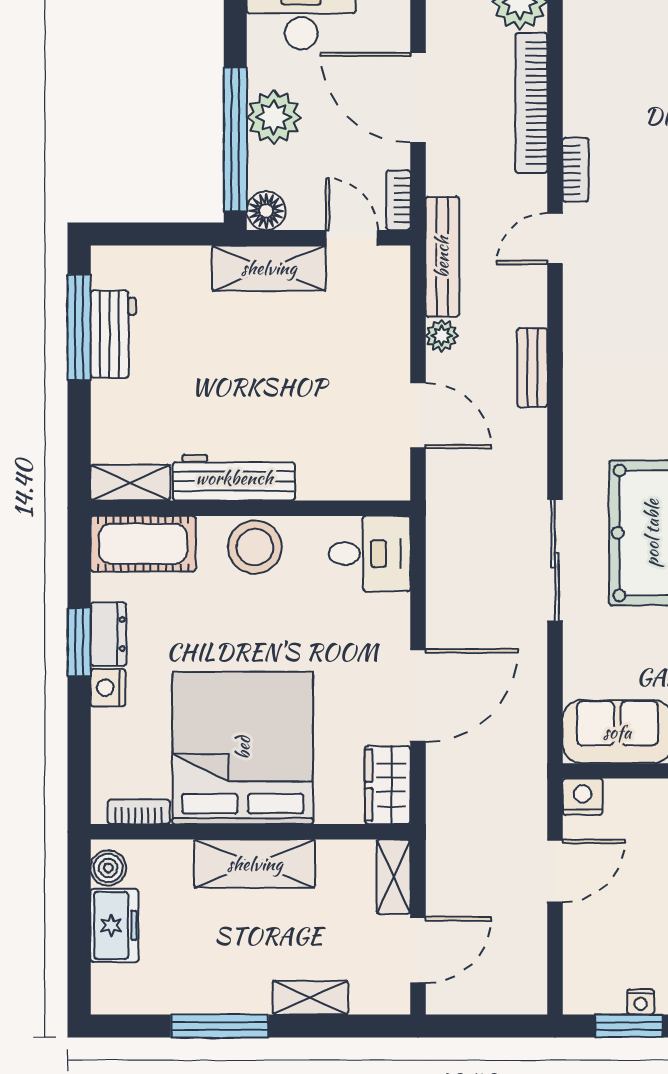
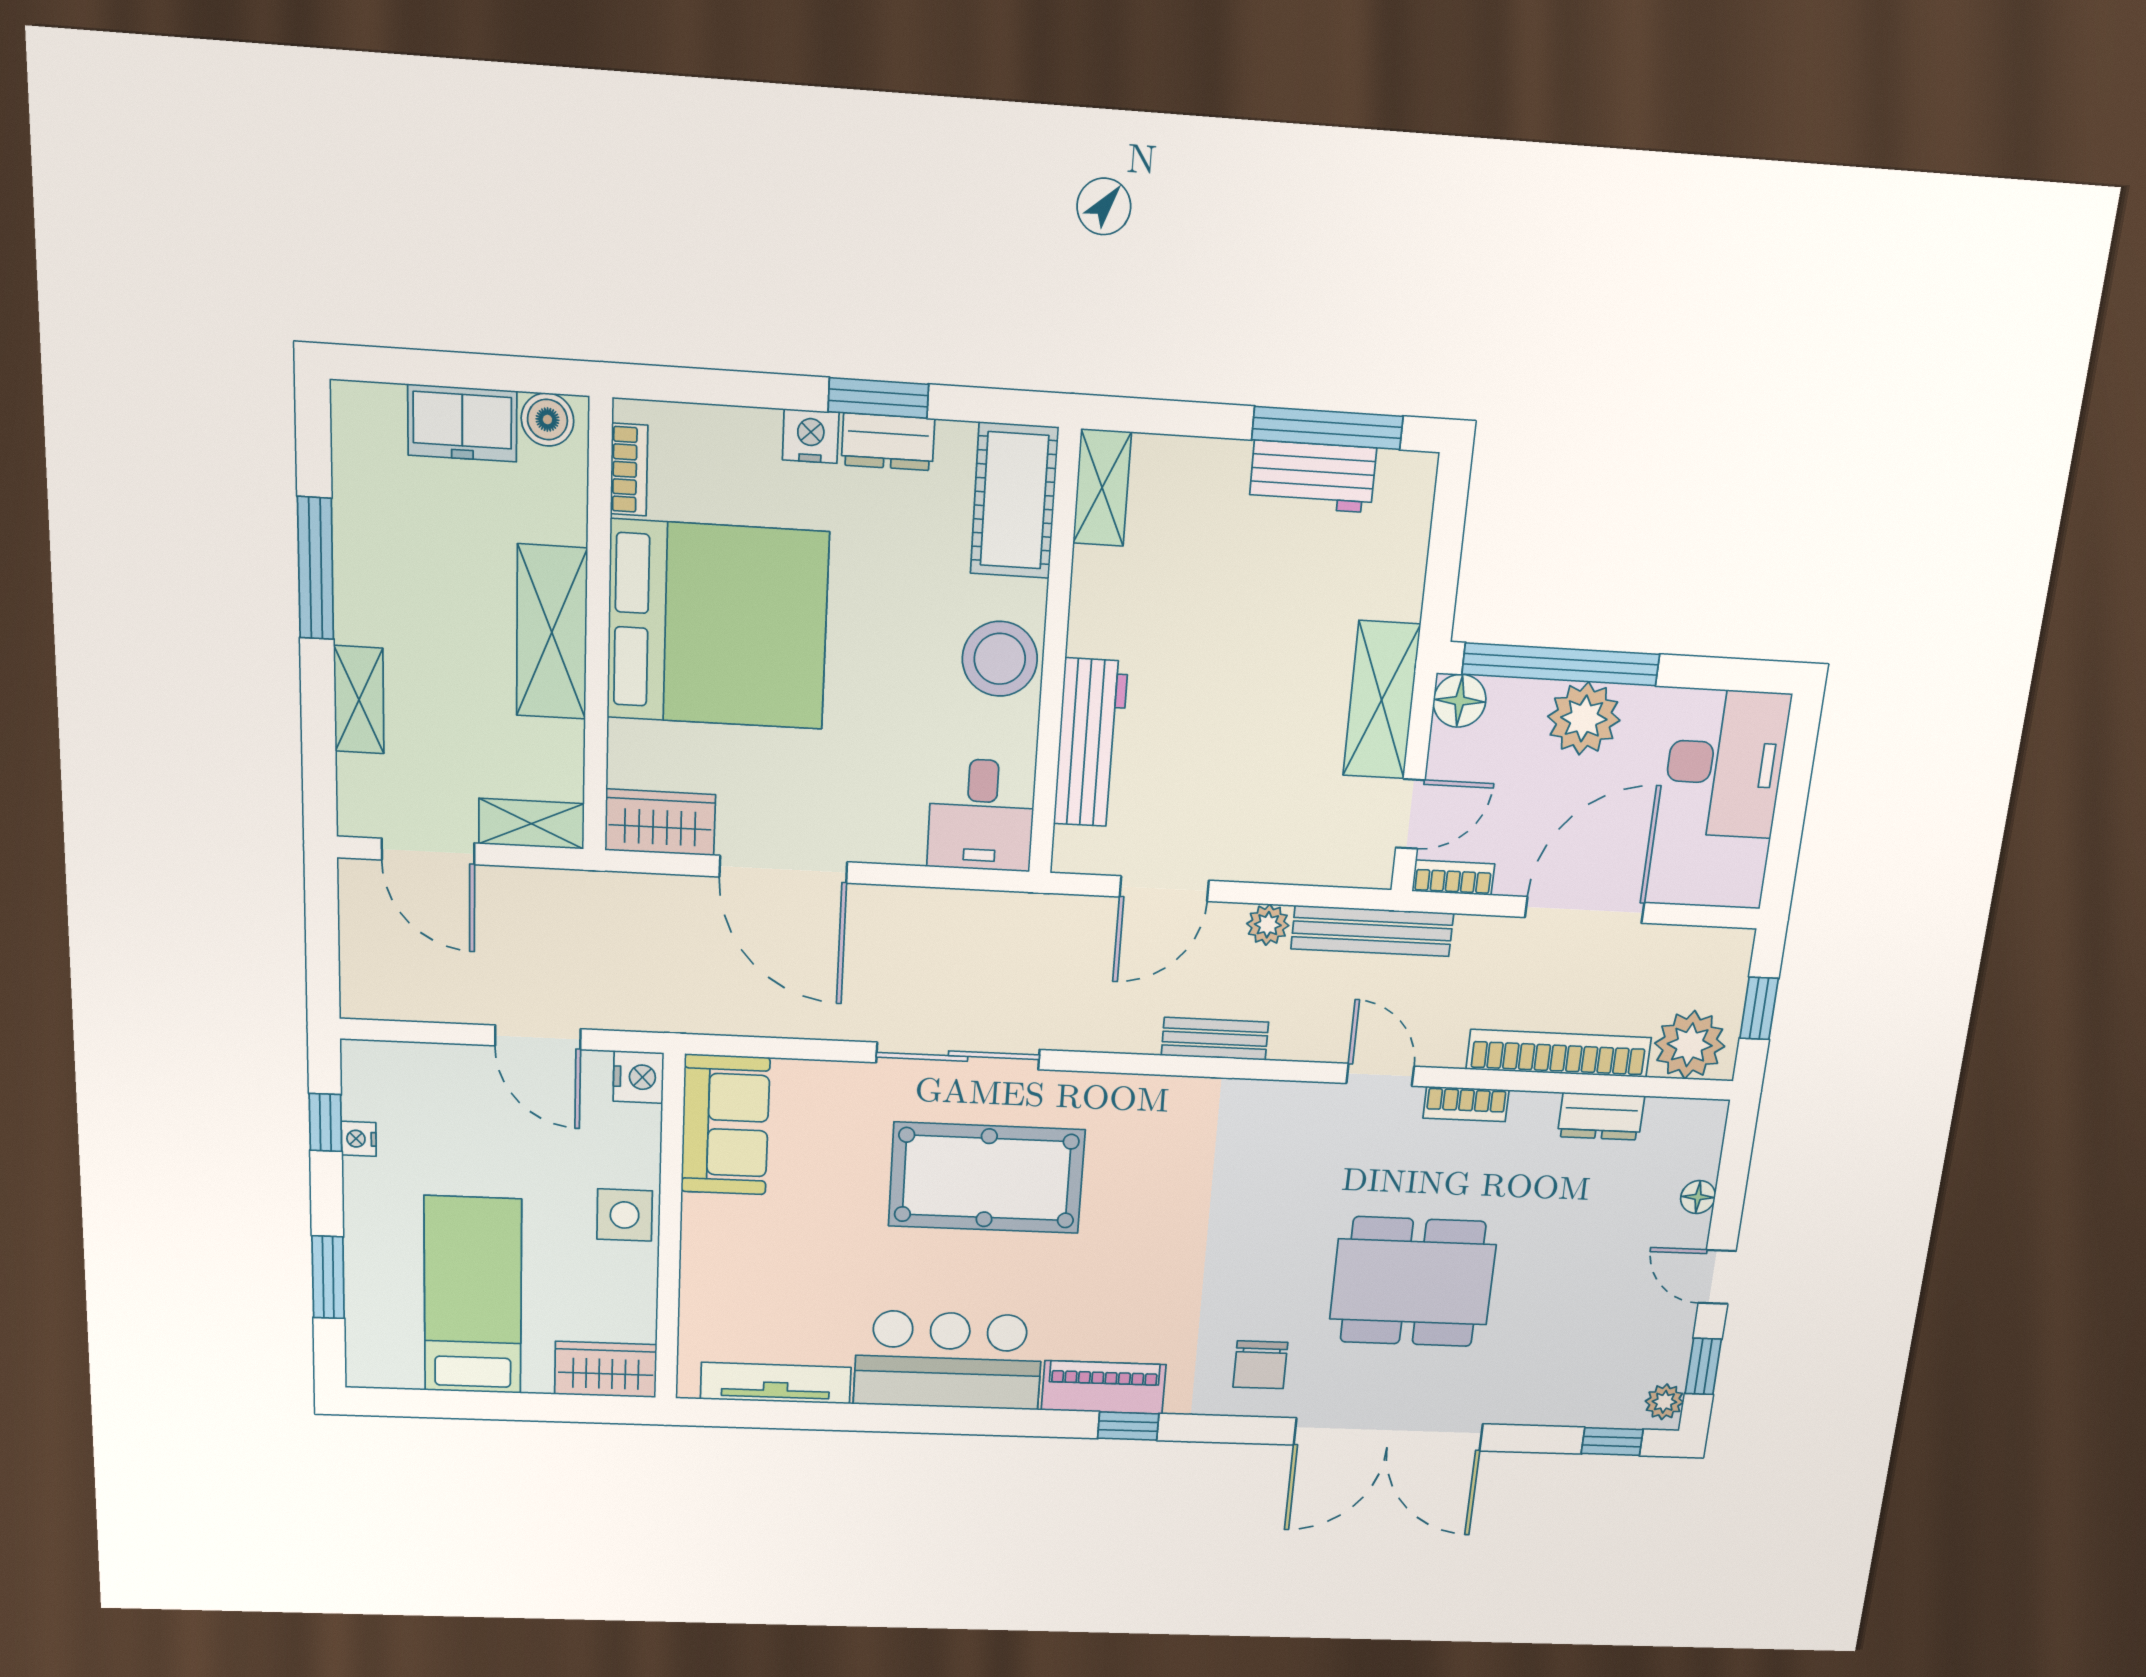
dresser: (581, 63) -> (1601, 1116), added
workbench: (234, 478) -> (1091, 743), moved
window: (629, 1026) -> (325, 1123), width x0.67

